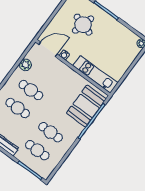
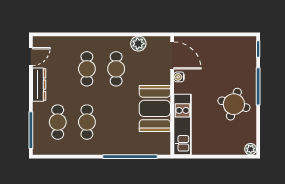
round table: (83, 25) -> (234, 104), moved
booth: (86, 106) -> (155, 108), moved, turned 90

